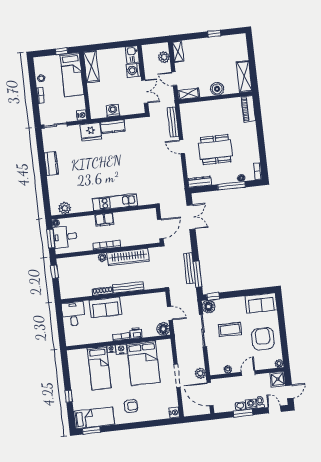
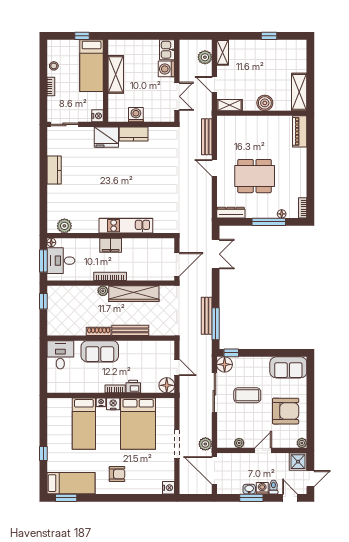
shelving: (91, 67) -> (116, 74), moved
armchair: (263, 339) -> (286, 411), turned 90

